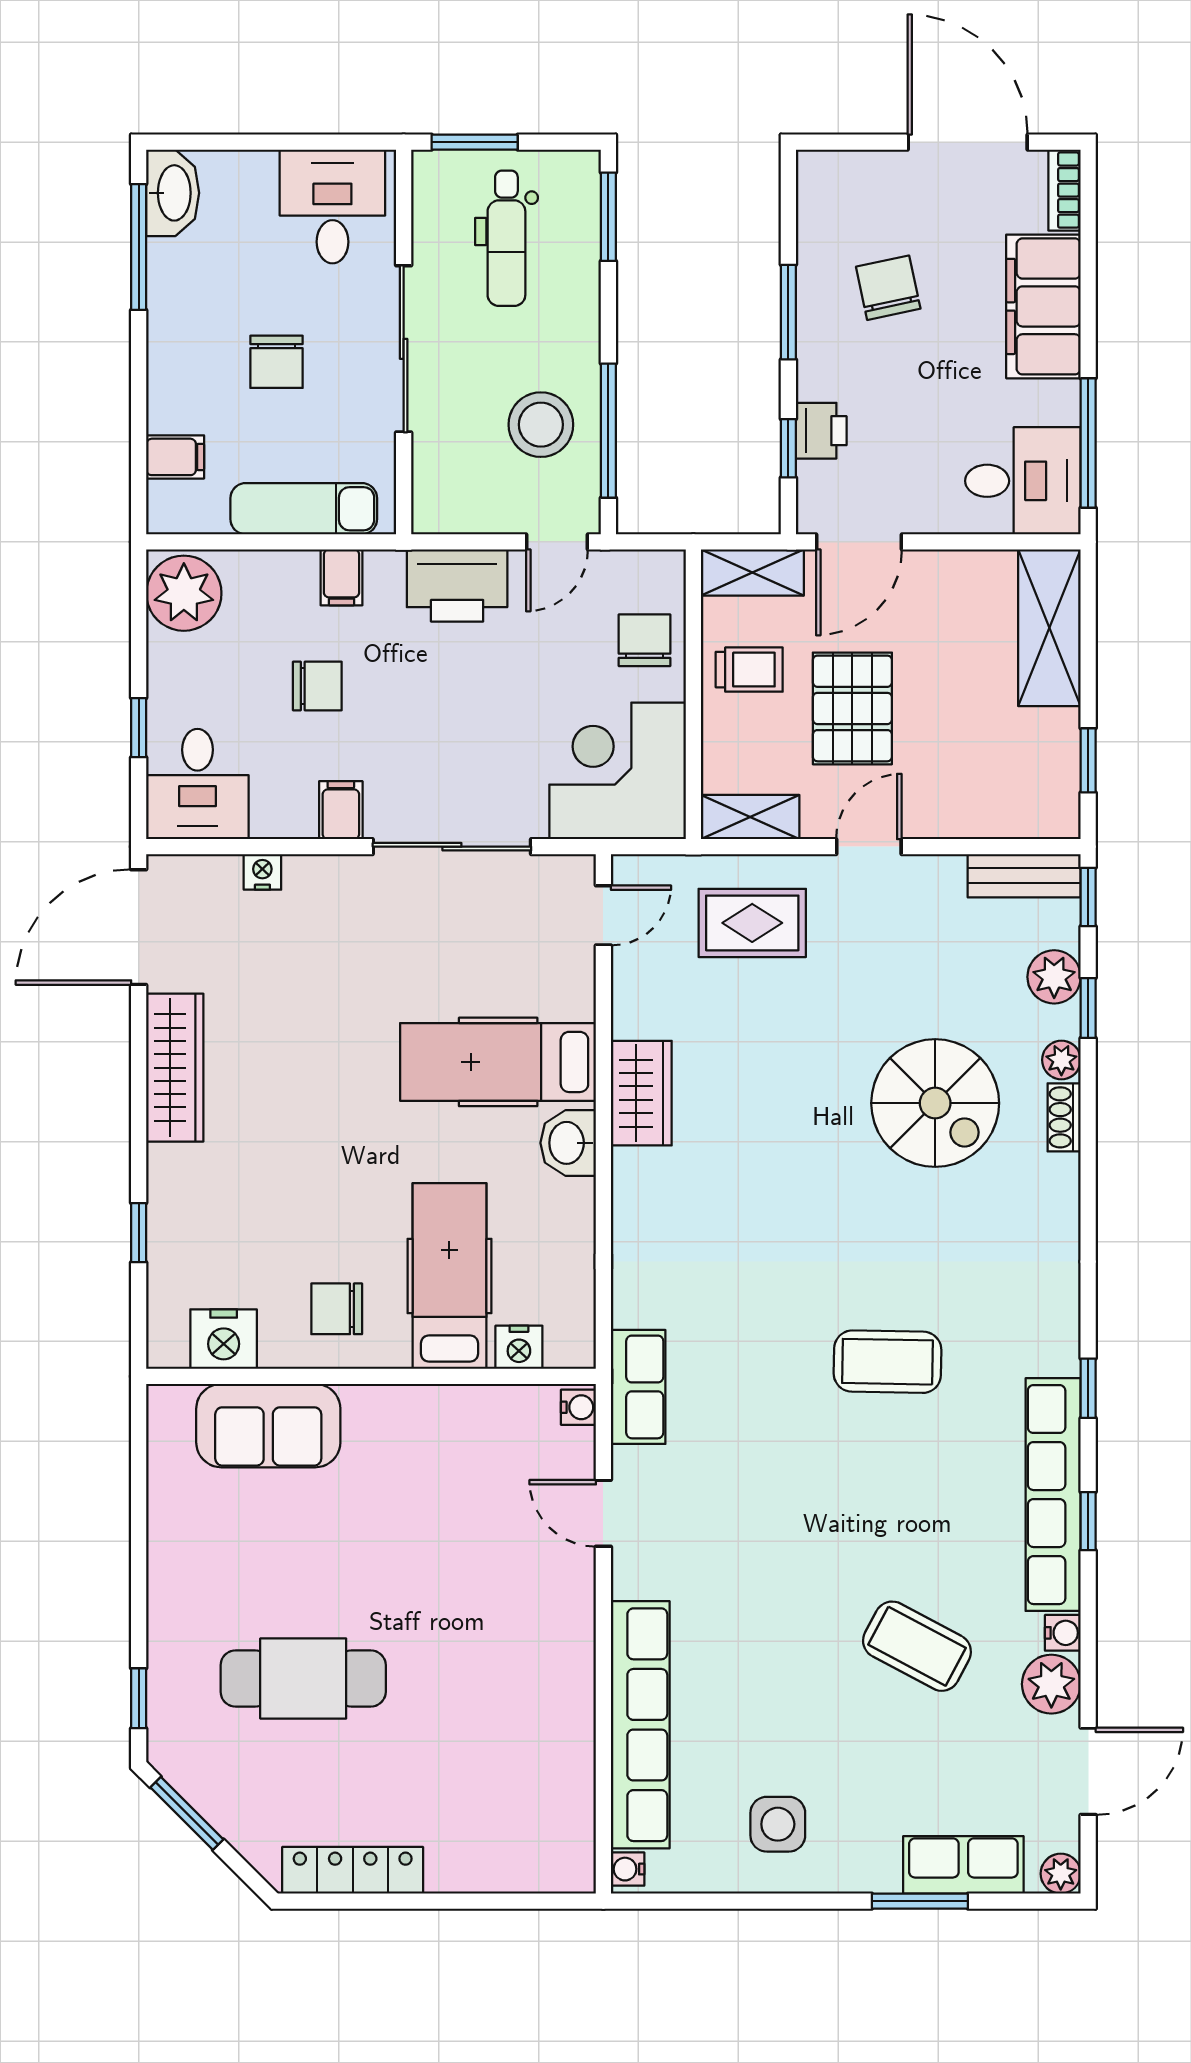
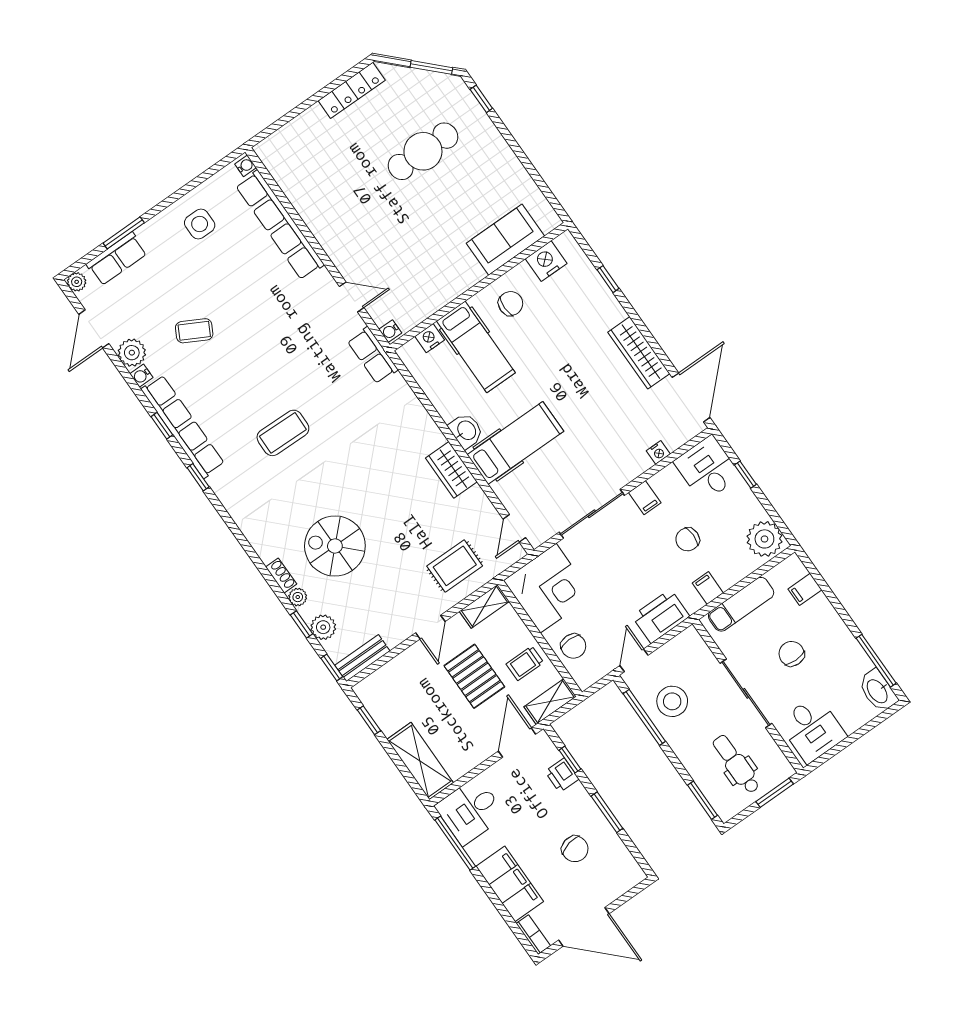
coffee table: (917, 1646) -> (194, 331), width x0.73, depth x0.77

